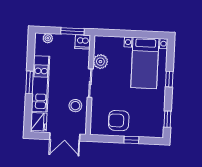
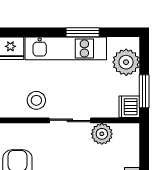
plant: (48, 38) -> (126, 62), width x1.88, depth x1.88
window: (29, 82) -> (83, 32), moved

